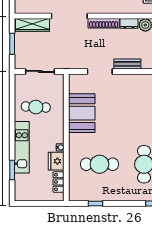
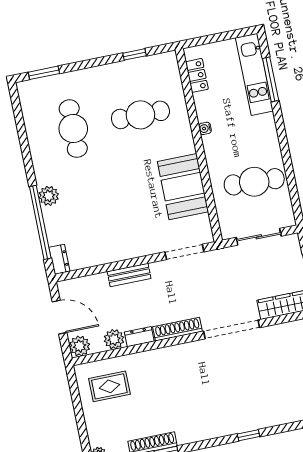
doorway: (100, 71) -> (184, 252), moved
cafe table: (36, 107) -> (254, 182), width x1.37, depth x1.35
kitchen unit: (22, 147) -> (254, 74), moved
fridge: (56, 161) -> (207, 106), removed
window: (12, 170) -> (271, 79), width x1.44

